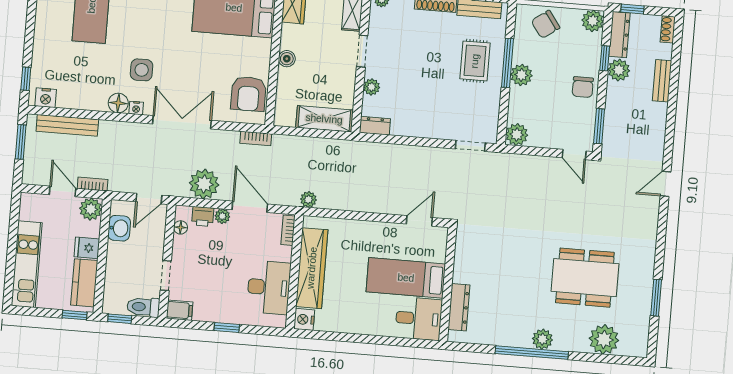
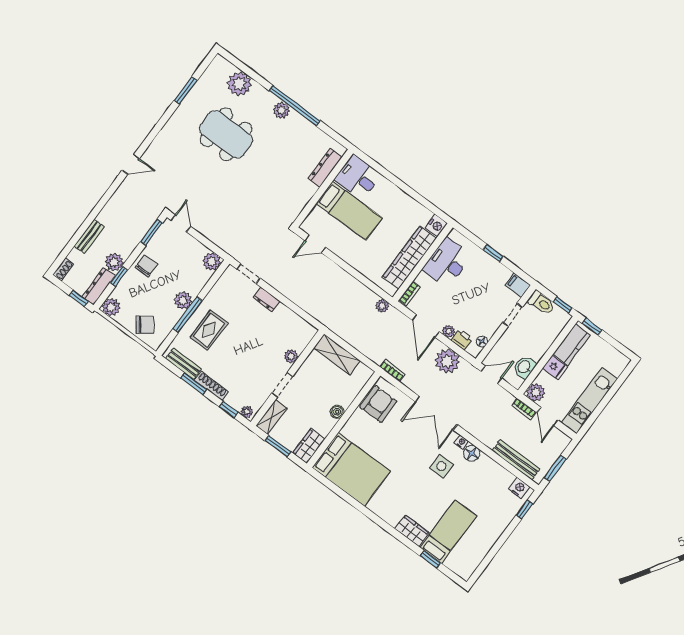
dresser: (375, 126) -> (266, 299), moved
kitchen unit: (27, 264) -> (589, 401), moved

